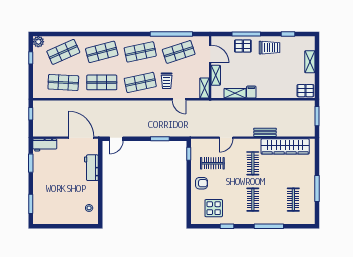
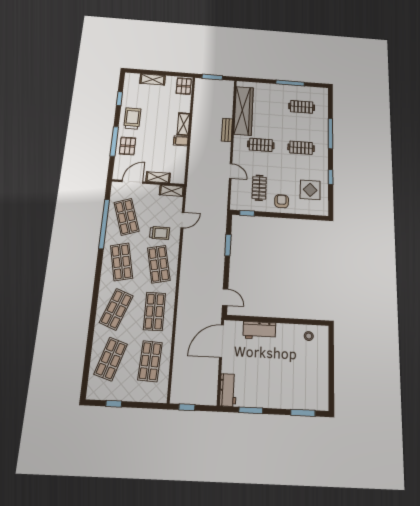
plant: (38, 42) -> (94, 392), removed
shop shelf: (63, 52) -> (111, 359), turned 42
shop shelf: (102, 52) -> (116, 309), turned 36
shelving: (235, 93) -> (183, 124), moved

